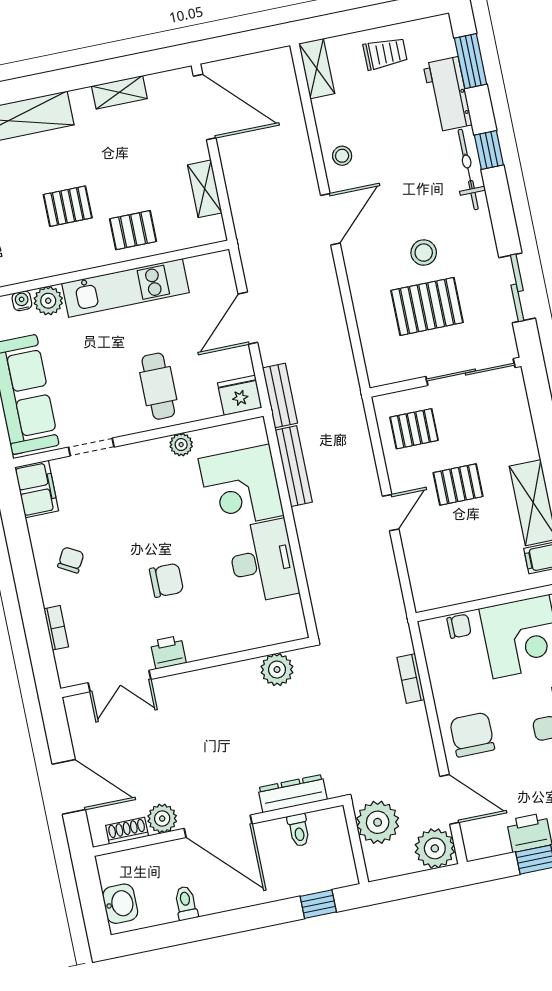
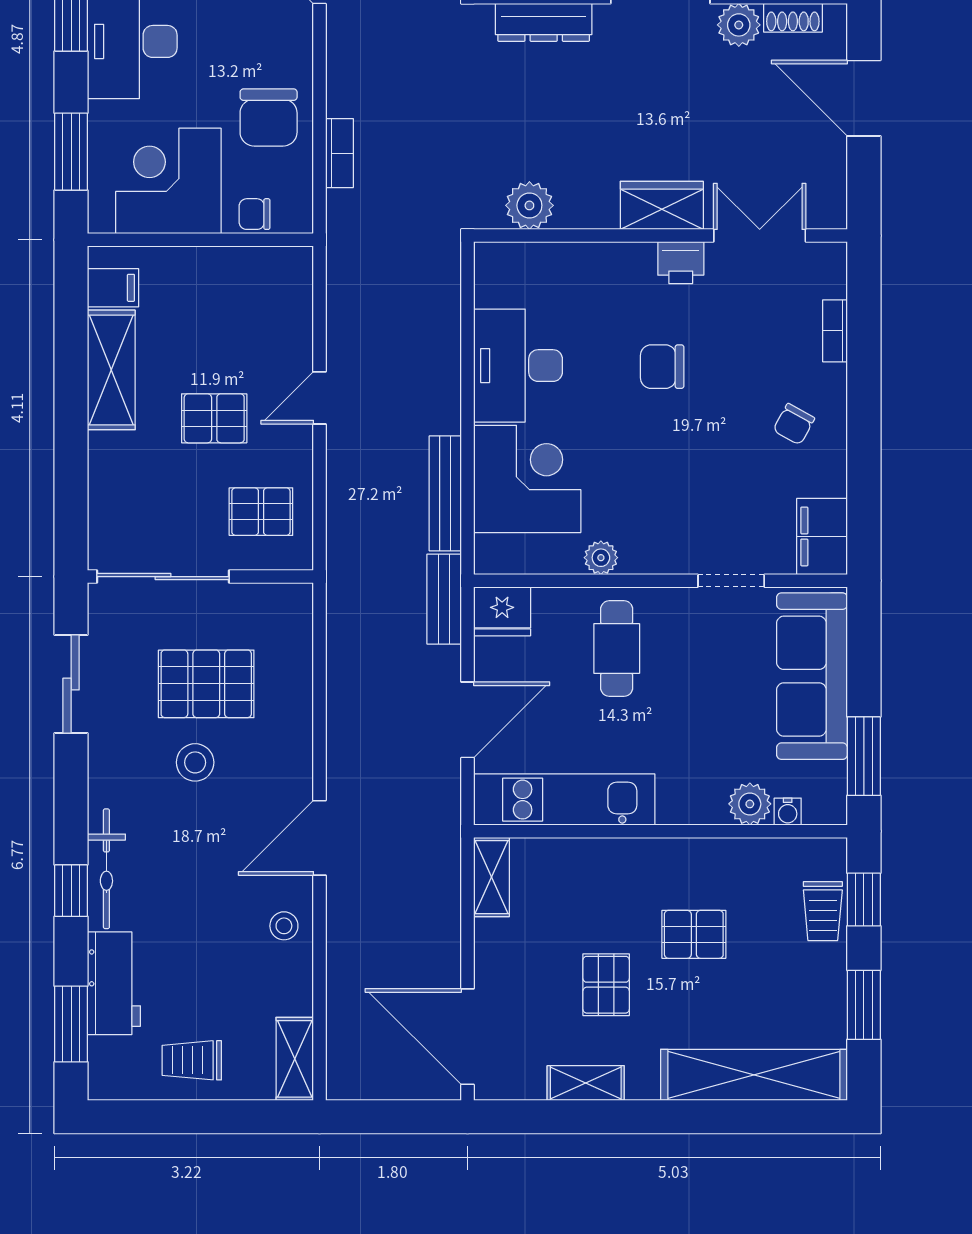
shelving: (205, 189) -> (491, 877), moved
pallet: (133, 230) -> (606, 985), moved, turned 90
kitchen unit: (126, 288) -> (564, 800), moved
wardrobe: (189, 688) -> (662, 205), added
chair: (472, 735) -> (269, 117), moved

